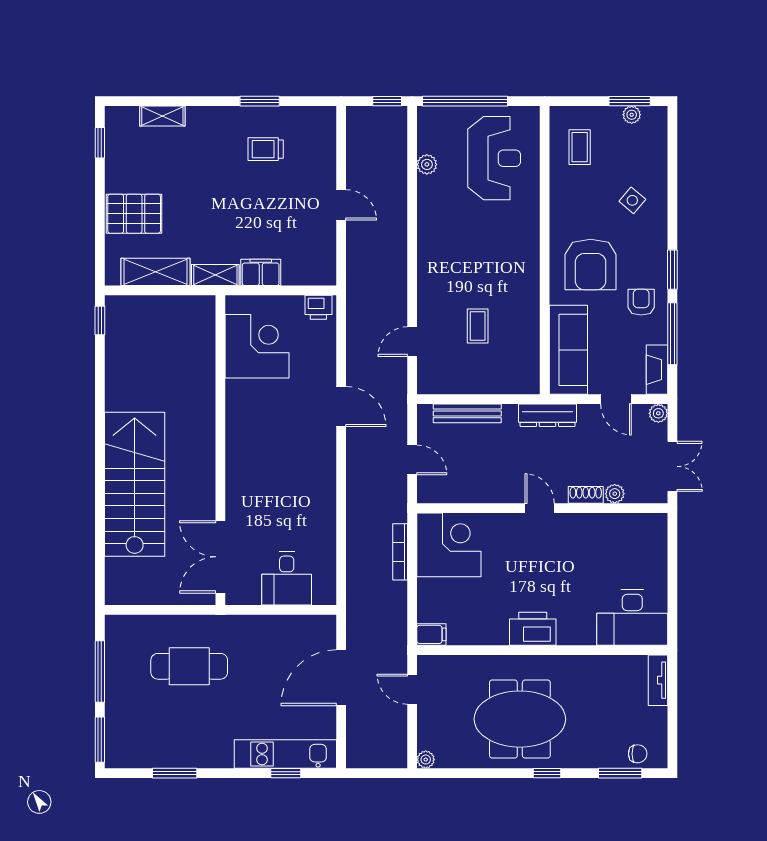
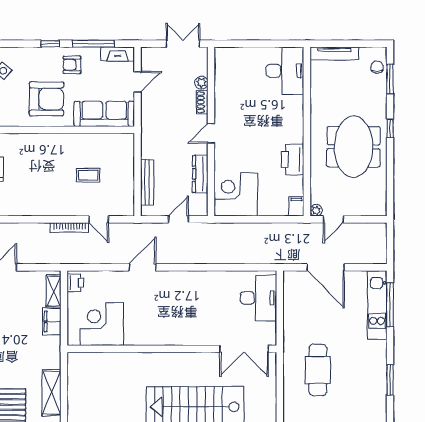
window: (672, 270) -> (50, 44), width x0.67
shelving: (215, 275) -> (54, 291), moved
plant: (658, 413) -> (147, 53), removed
dresser: (548, 415) -> (200, 174), moved, turned 180
bookcase: (400, 552) -> (70, 227), moved
desk: (287, 578) -> (259, 298), width x1.37
printer: (533, 629) -> (293, 160), moved
tv unit: (658, 680) -> (334, 53), width x1.41
plant: (426, 760) -> (316, 210), moved
window: (286, 773) -> (390, 305), width x2.17

